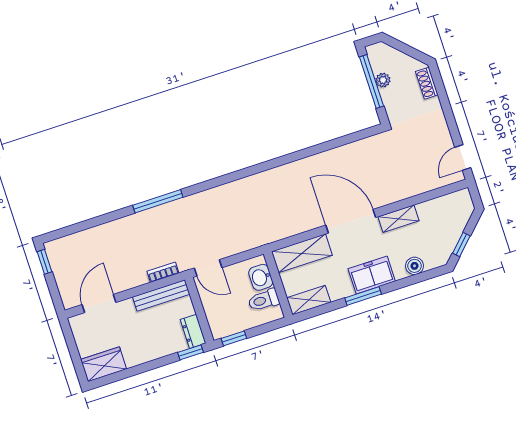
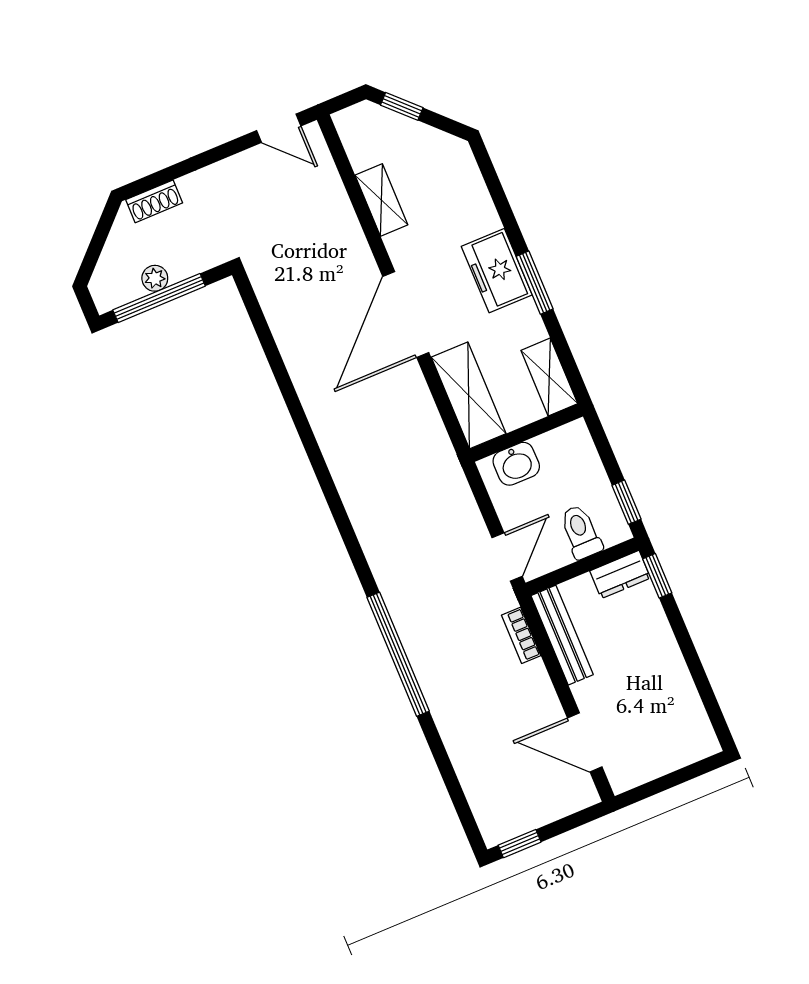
window: (158, 201) -> (398, 654), width x1.46
shelving: (398, 219) -> (381, 200), moved
window: (461, 245) -> (402, 106), moved
boiler: (414, 266) -> (475, 197), removed
toilet: (264, 300) -> (581, 532), moved, turned 180
wardrobe: (104, 364) -> (690, 726), removed

